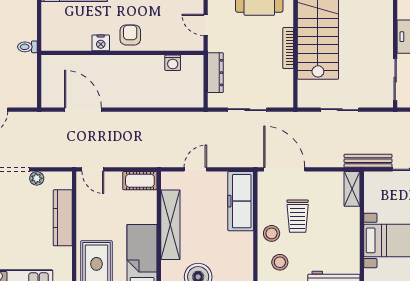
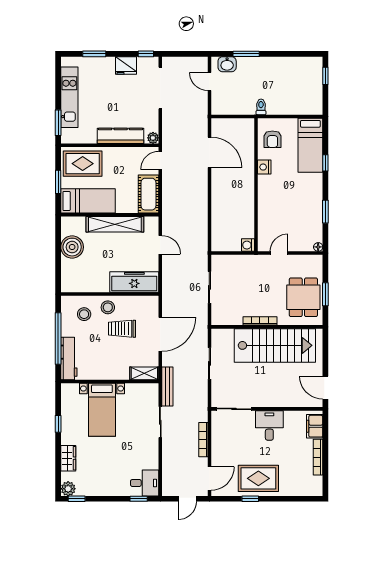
armchair: (130, 35) -> (272, 139), moved, turned 90
washing machine: (173, 63) -> (248, 245), moved
dresser: (215, 73) -> (240, 261), removed
door: (83, 110) -> (209, 152), hinge flipped
door: (284, 169) -> (160, 334), moved
plant: (37, 178) -> (153, 138), moved
cot: (140, 181) -> (148, 194), width x1.37, depth x1.34

